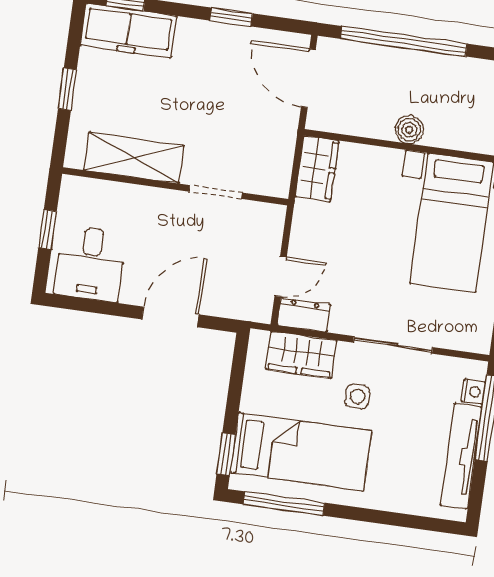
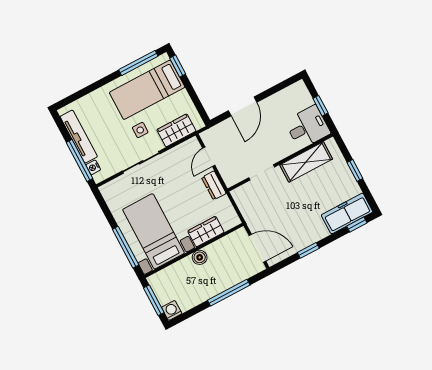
window: (404, 41) -> (229, 293), width x0.68
wardrobe: (317, 169) -> (206, 232), moved, turned 90
desk: (90, 264) -> (307, 127), moved, turned 90
dresser: (304, 315) -> (214, 185), moved, turned 90

